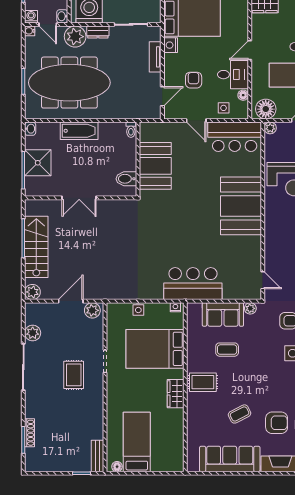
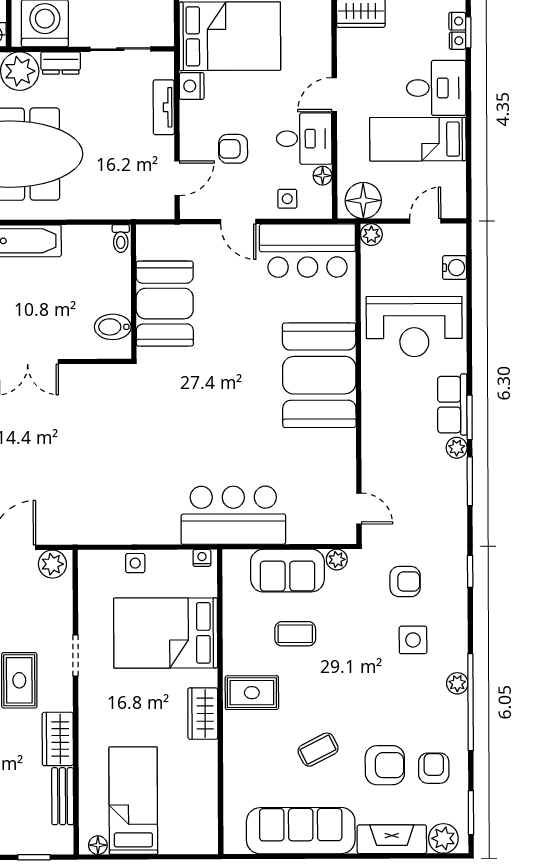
armchair: (194, 80) -> (233, 149), turned -90
wardrobe: (95, 408) -> (58, 739), added
bench: (98, 456) -> (63, 796), moved

